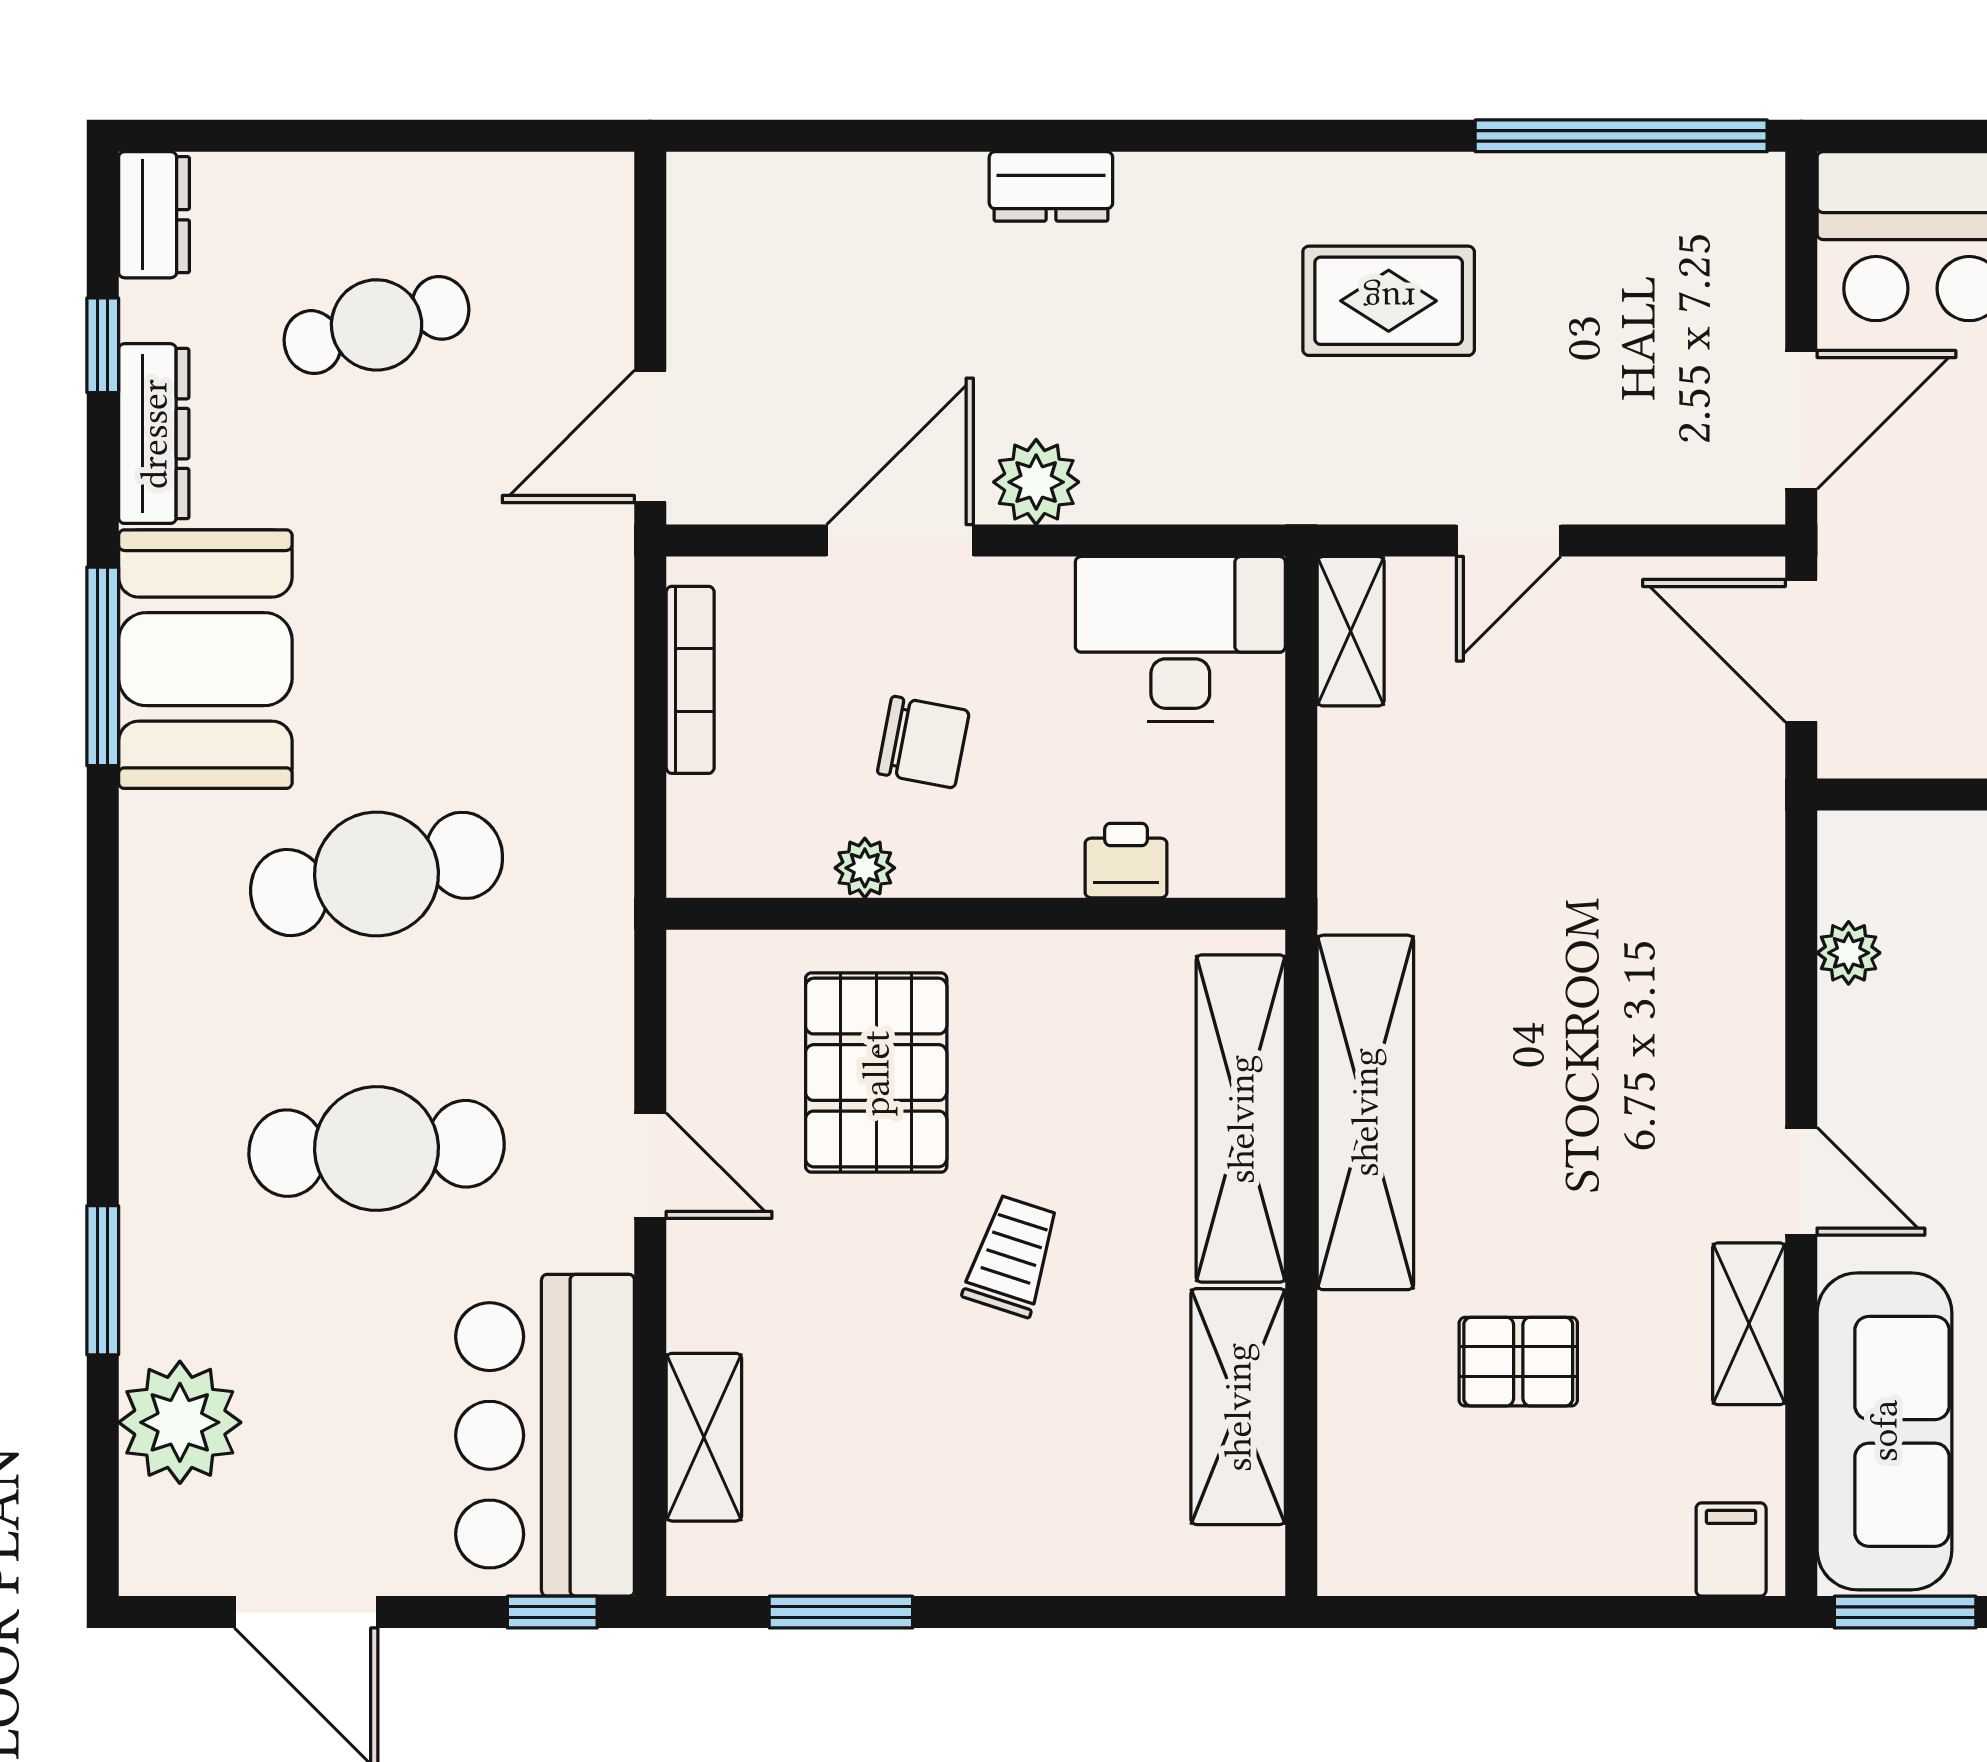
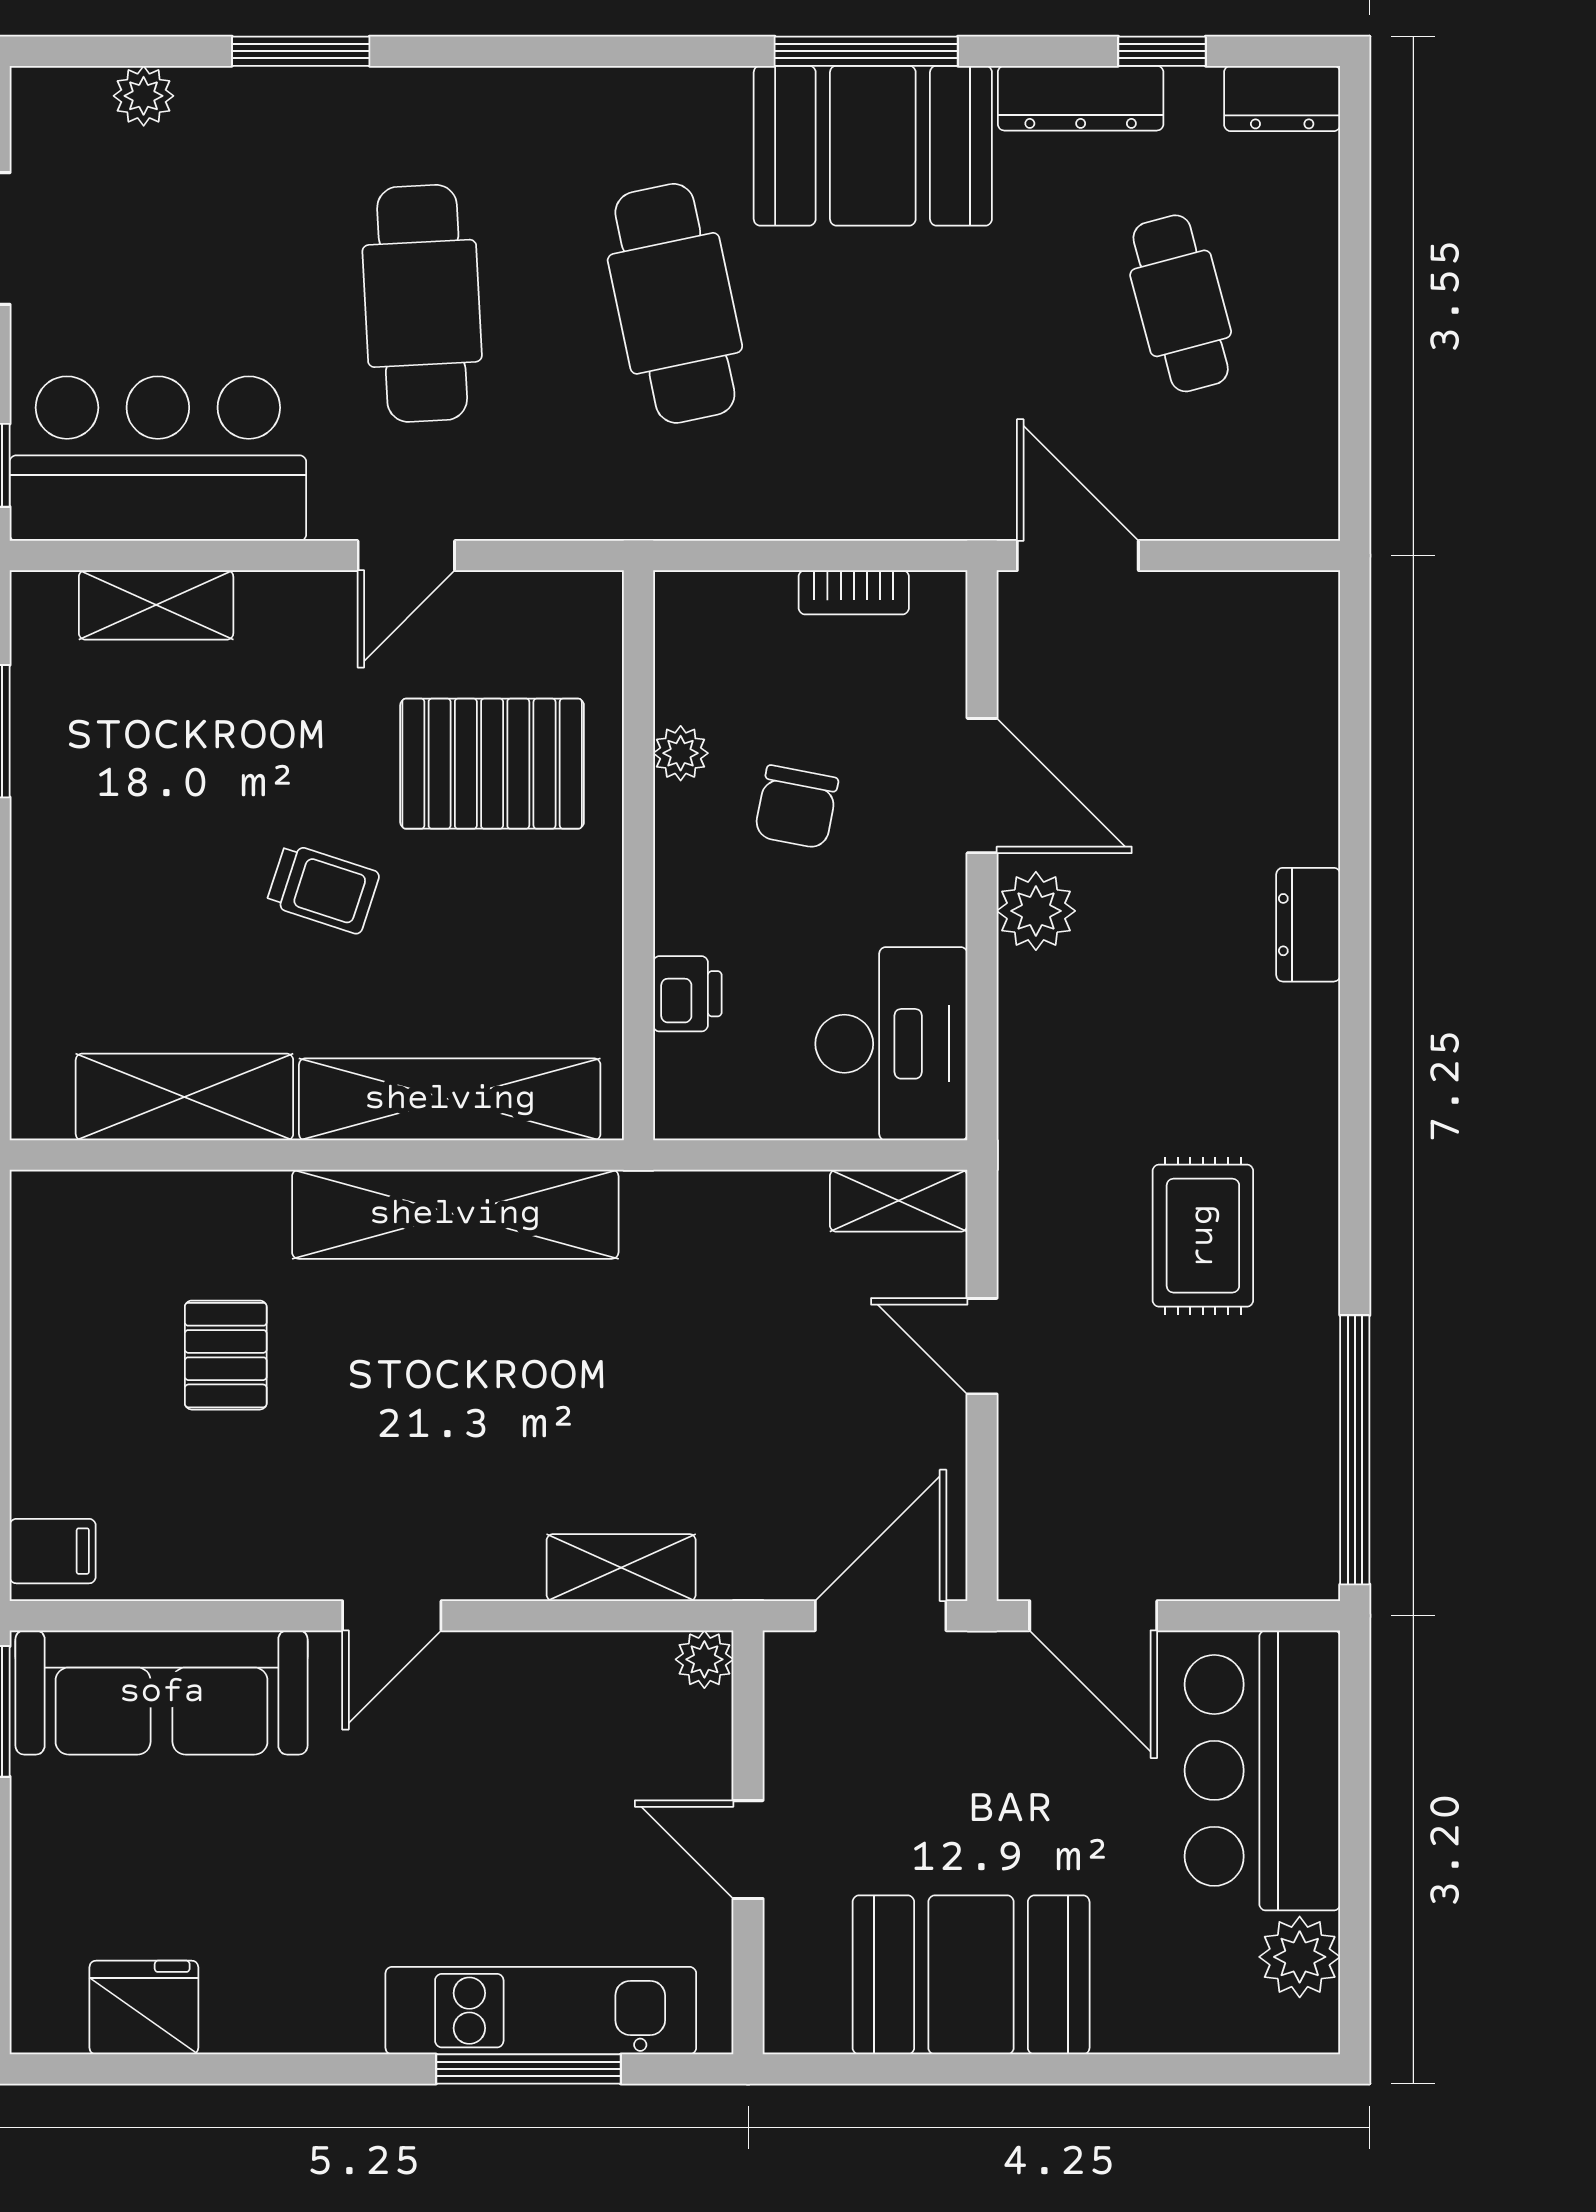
bookcase: (690, 680) -> (854, 592), width x0.64
plant: (1849, 953) -> (704, 1659), moved
shelving: (1749, 1324) -> (621, 1568), moved
plant: (180, 1422) -> (144, 96), width x0.53, depth x0.53

